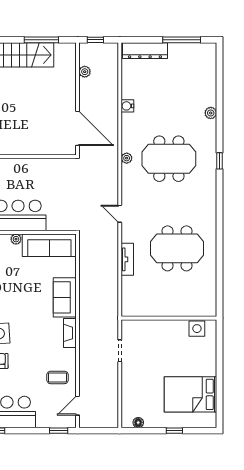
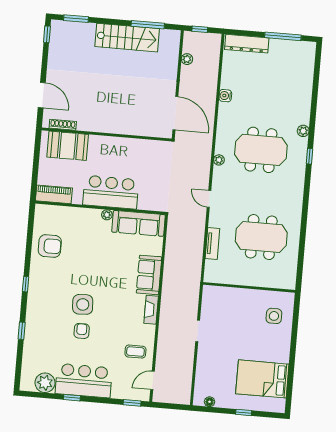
plant: (211, 113) -> (303, 131), moved
plant: (127, 158) -> (219, 160), moved
wall: (169, 318) -> (249, 287), moved

